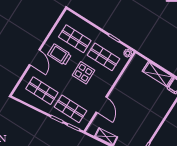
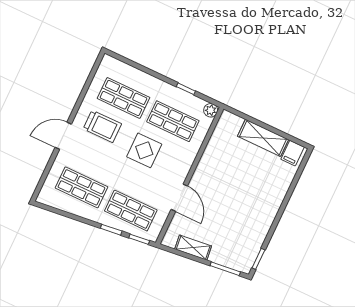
trolley: (59, 55) -> (102, 126), turned 180
door: (35, 57) -> (63, 136), swing flipped

